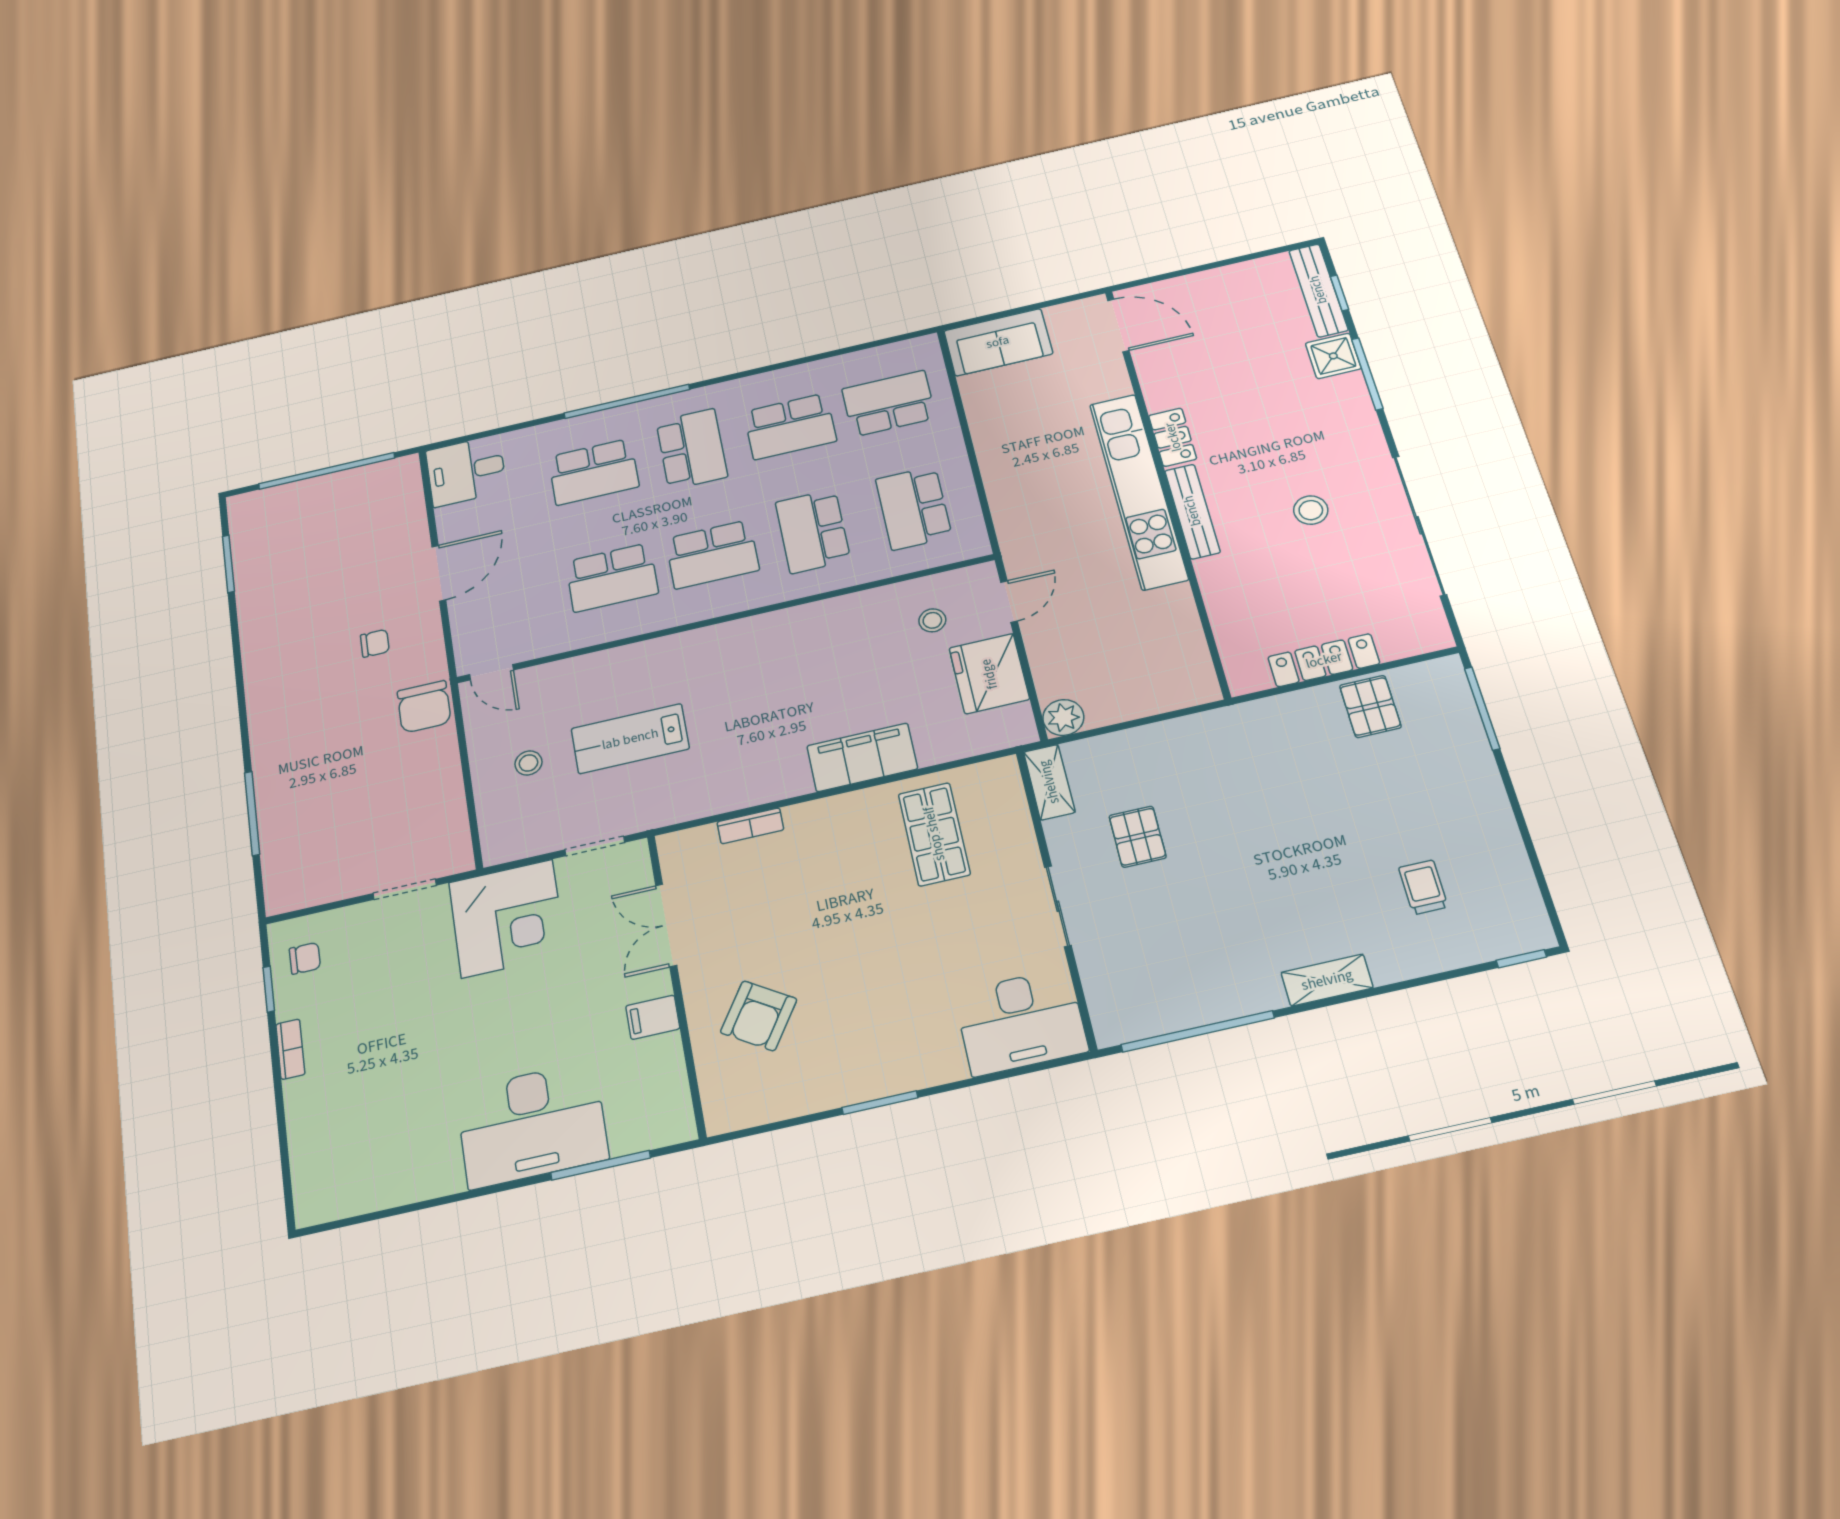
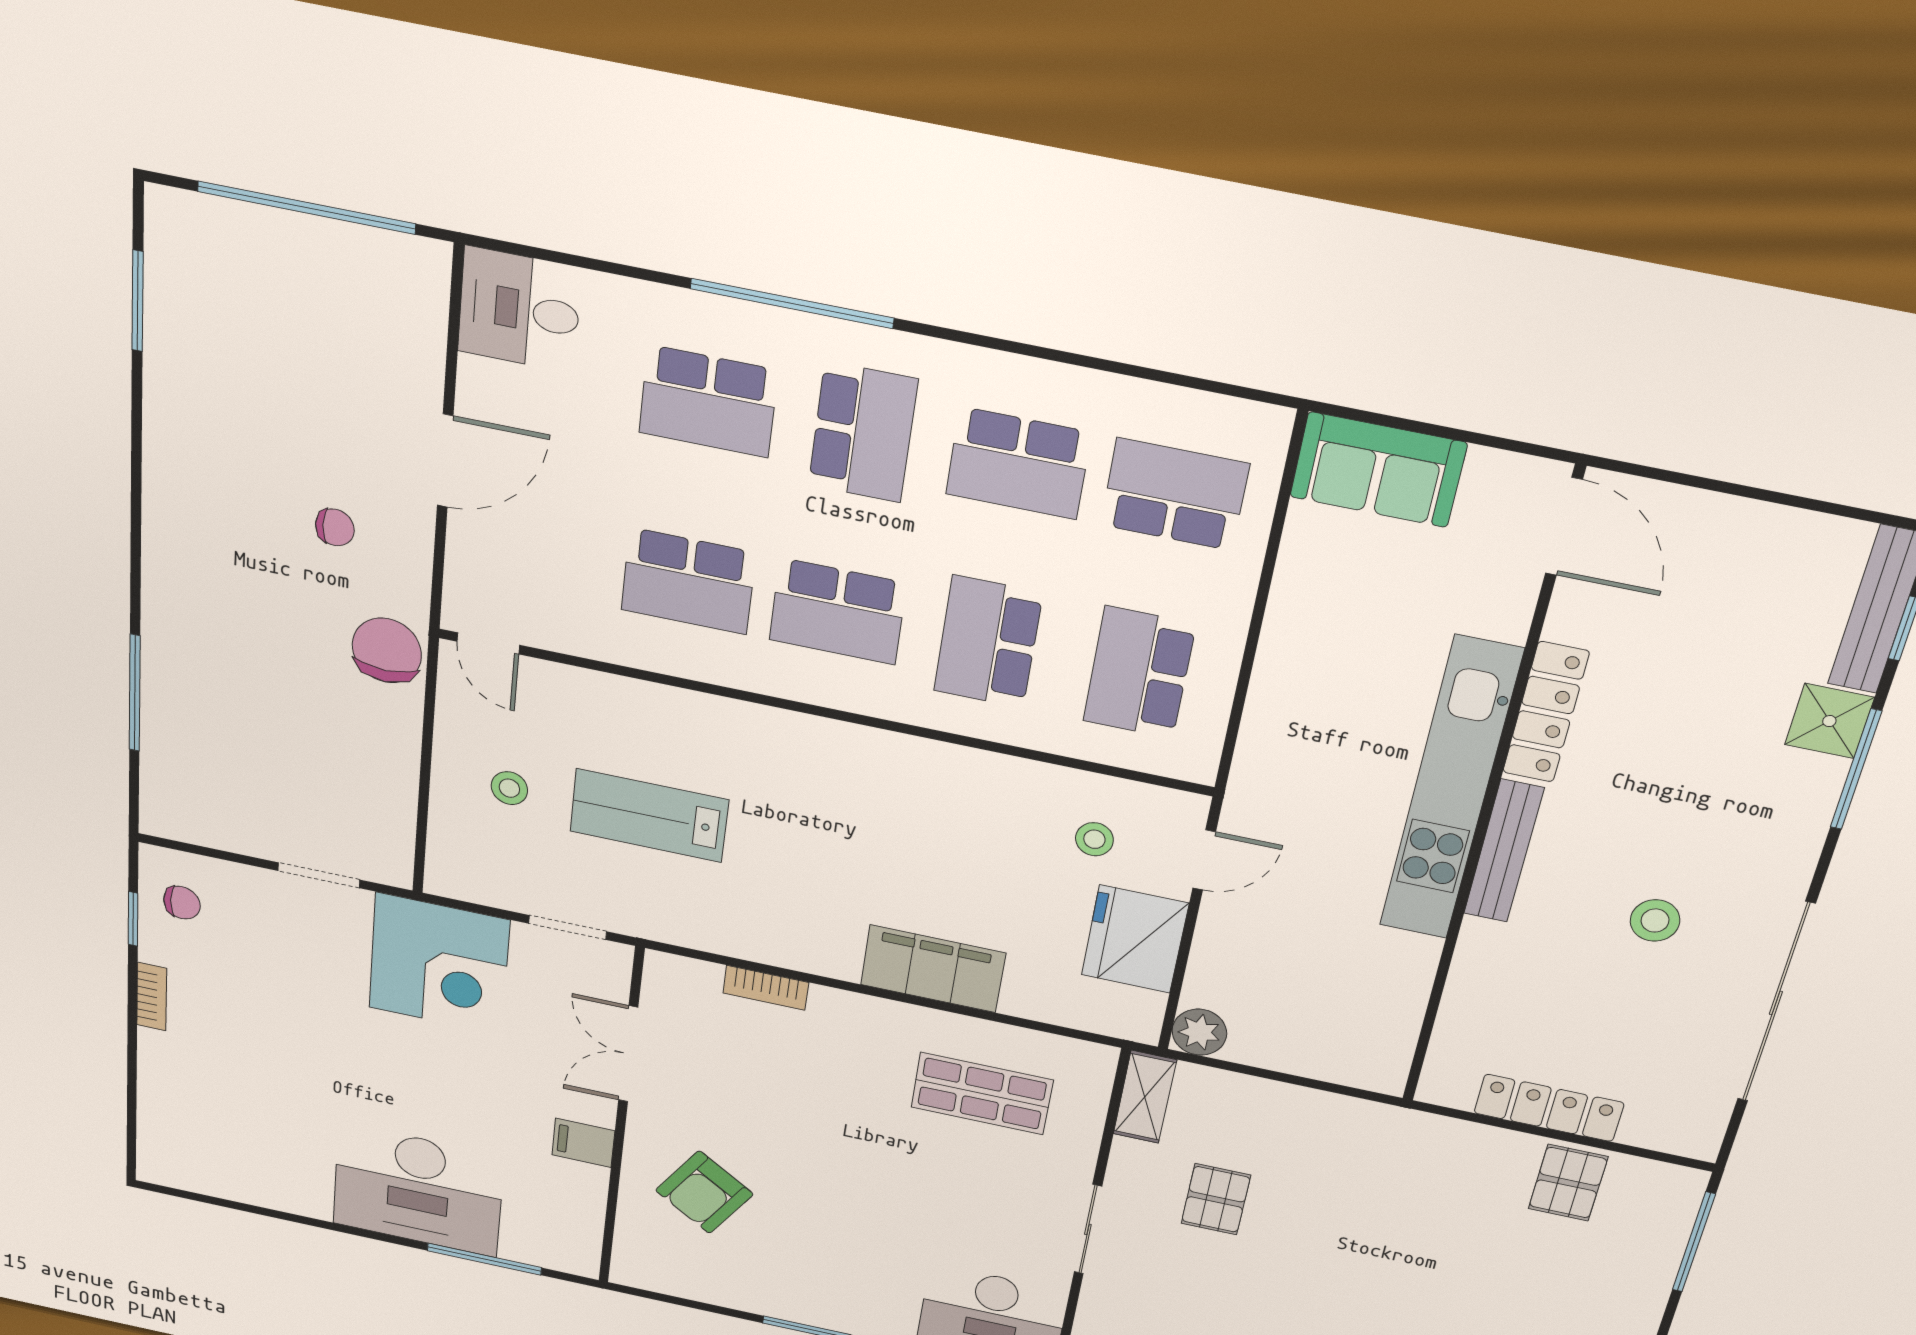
locker: (1173, 437) -> (1546, 712), width x1.53
chair: (424, 707) -> (387, 650), turned 180
shop shelf: (934, 834) -> (982, 1094), turned 90

